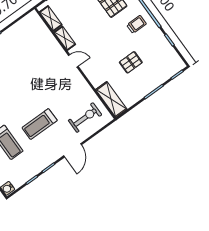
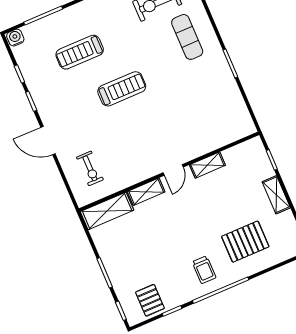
shelving: (51, 18) -> (146, 192), moved
pallet: (131, 62) -> (150, 300), moved
exercise bike: (85, 118) -> (90, 168), width x0.73, depth x0.72
treadmill: (40, 124) -> (122, 89), moved, turned 90

